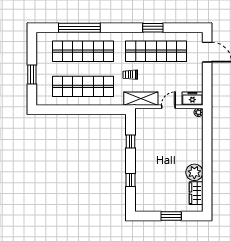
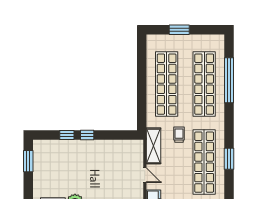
window: (131, 142) -> (87, 135), moved
window: (171, 216) -> (28, 161), moved

